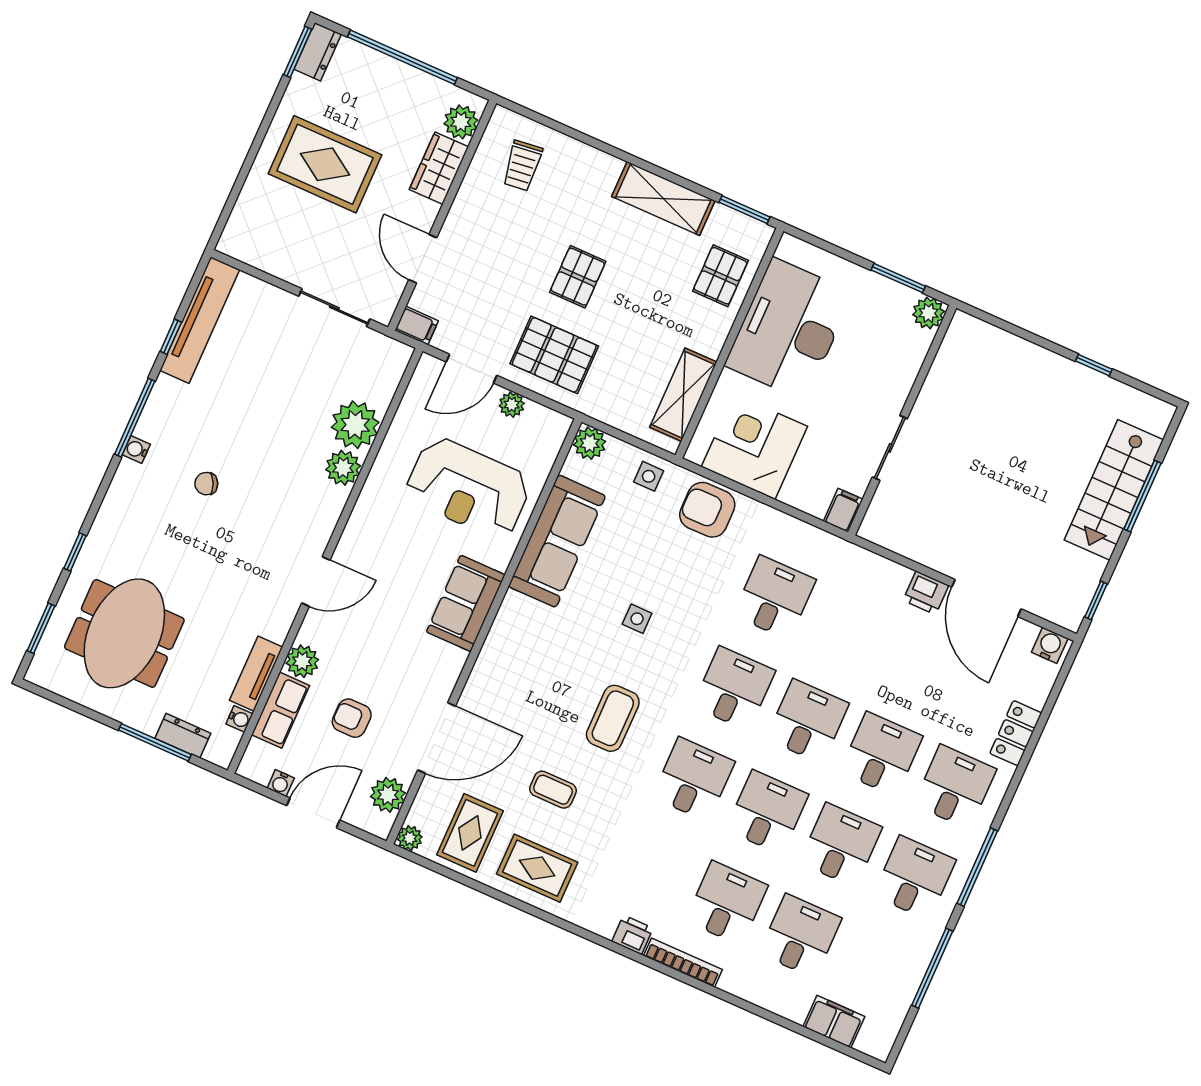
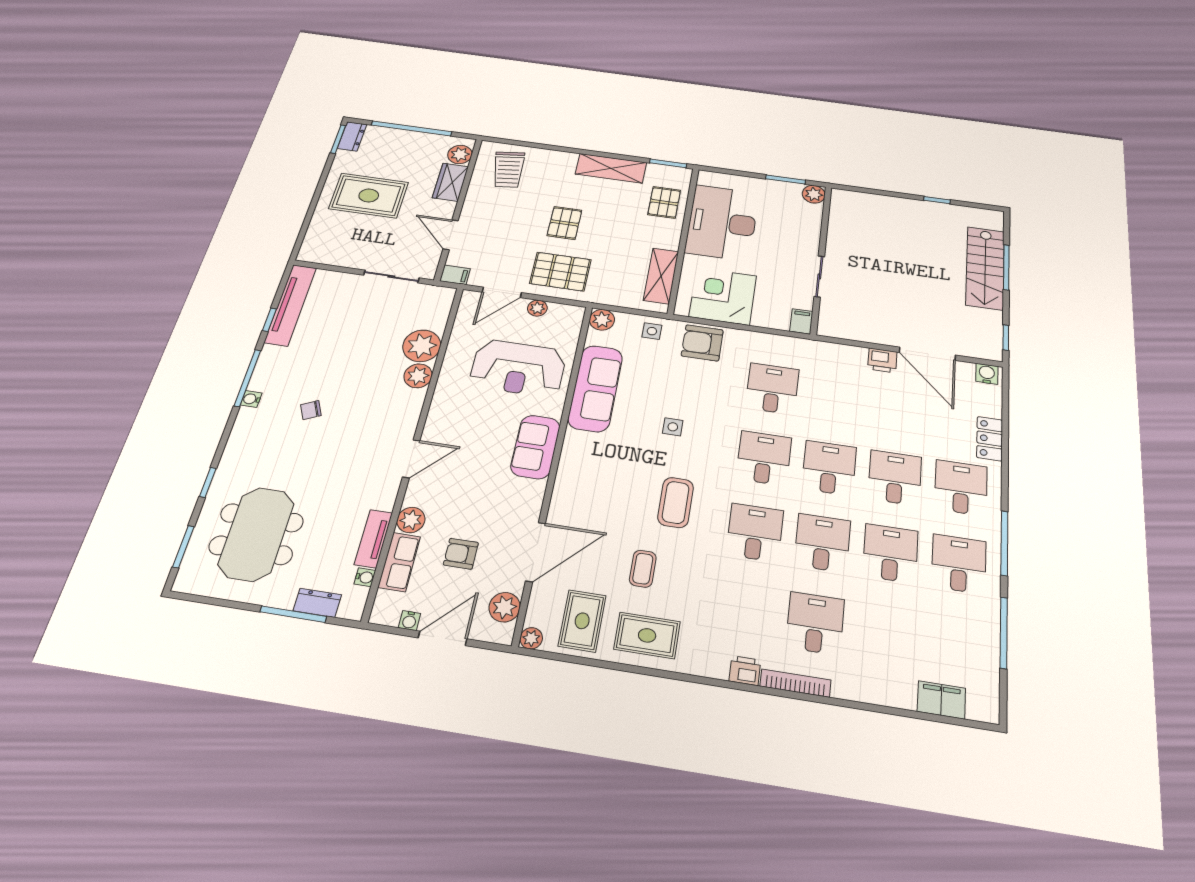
trolley: (522, 166) -> (508, 170), width x1.36, depth x1.39
coffee table: (553, 790) -> (643, 569), turned 90
desk: (800, 936) -> (886, 634), removed

